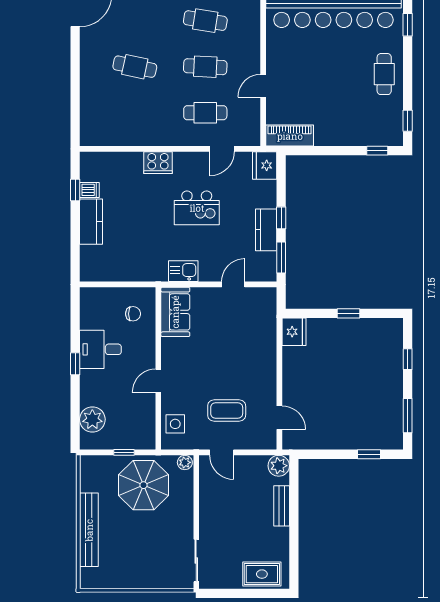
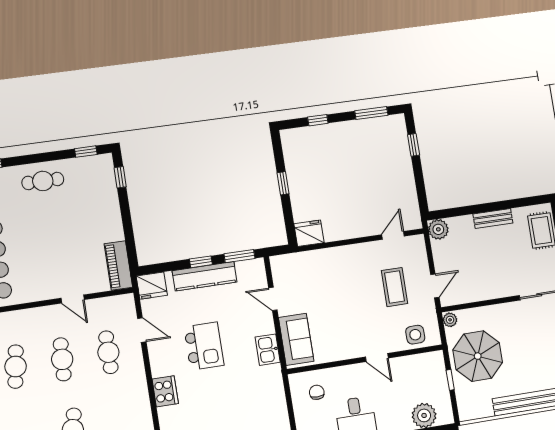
kitchen counter: (266, 230) -> (205, 276), width x1.50
sofa: (175, 312) -> (296, 339), moved, turned 90
bench: (282, 506) -> (493, 219), moved

